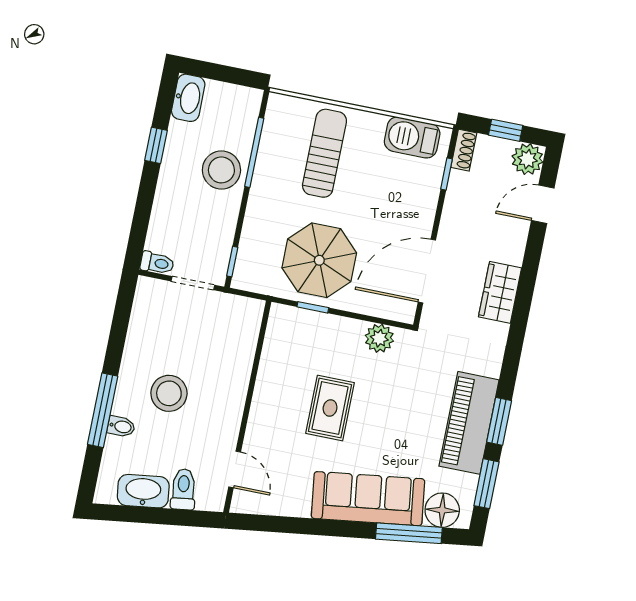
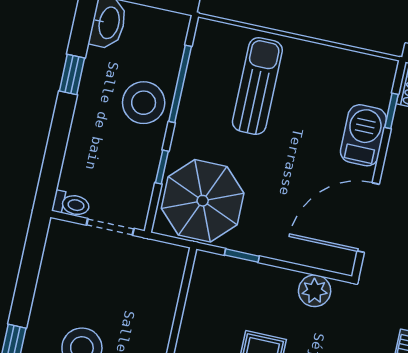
barbecue: (412, 137) -> (363, 135), moved, turned 90
parasol: (319, 260) -> (203, 201), moved
window: (232, 262) -> (162, 167), moved

